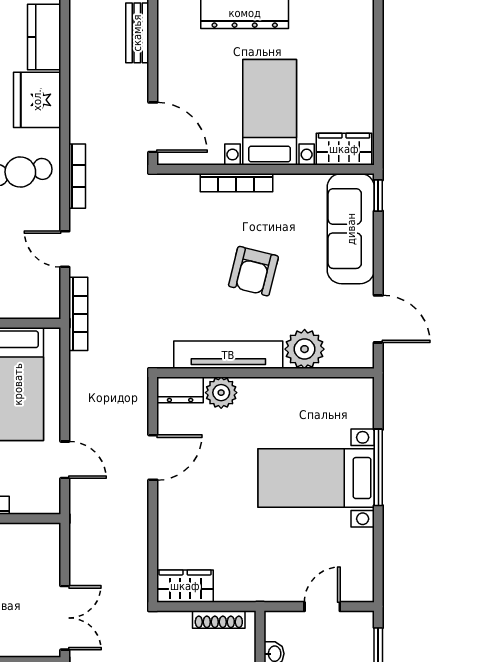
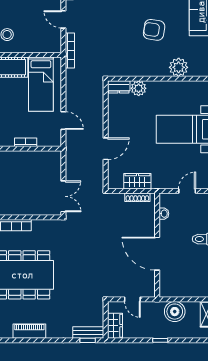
armchair: (253, 271) -> (154, 30), turned 85
tv unit: (228, 355) -> (142, 70), removed
door: (153, 457) -> (106, 149), moved
wardrobe: (185, 586) -> (137, 181), moved

